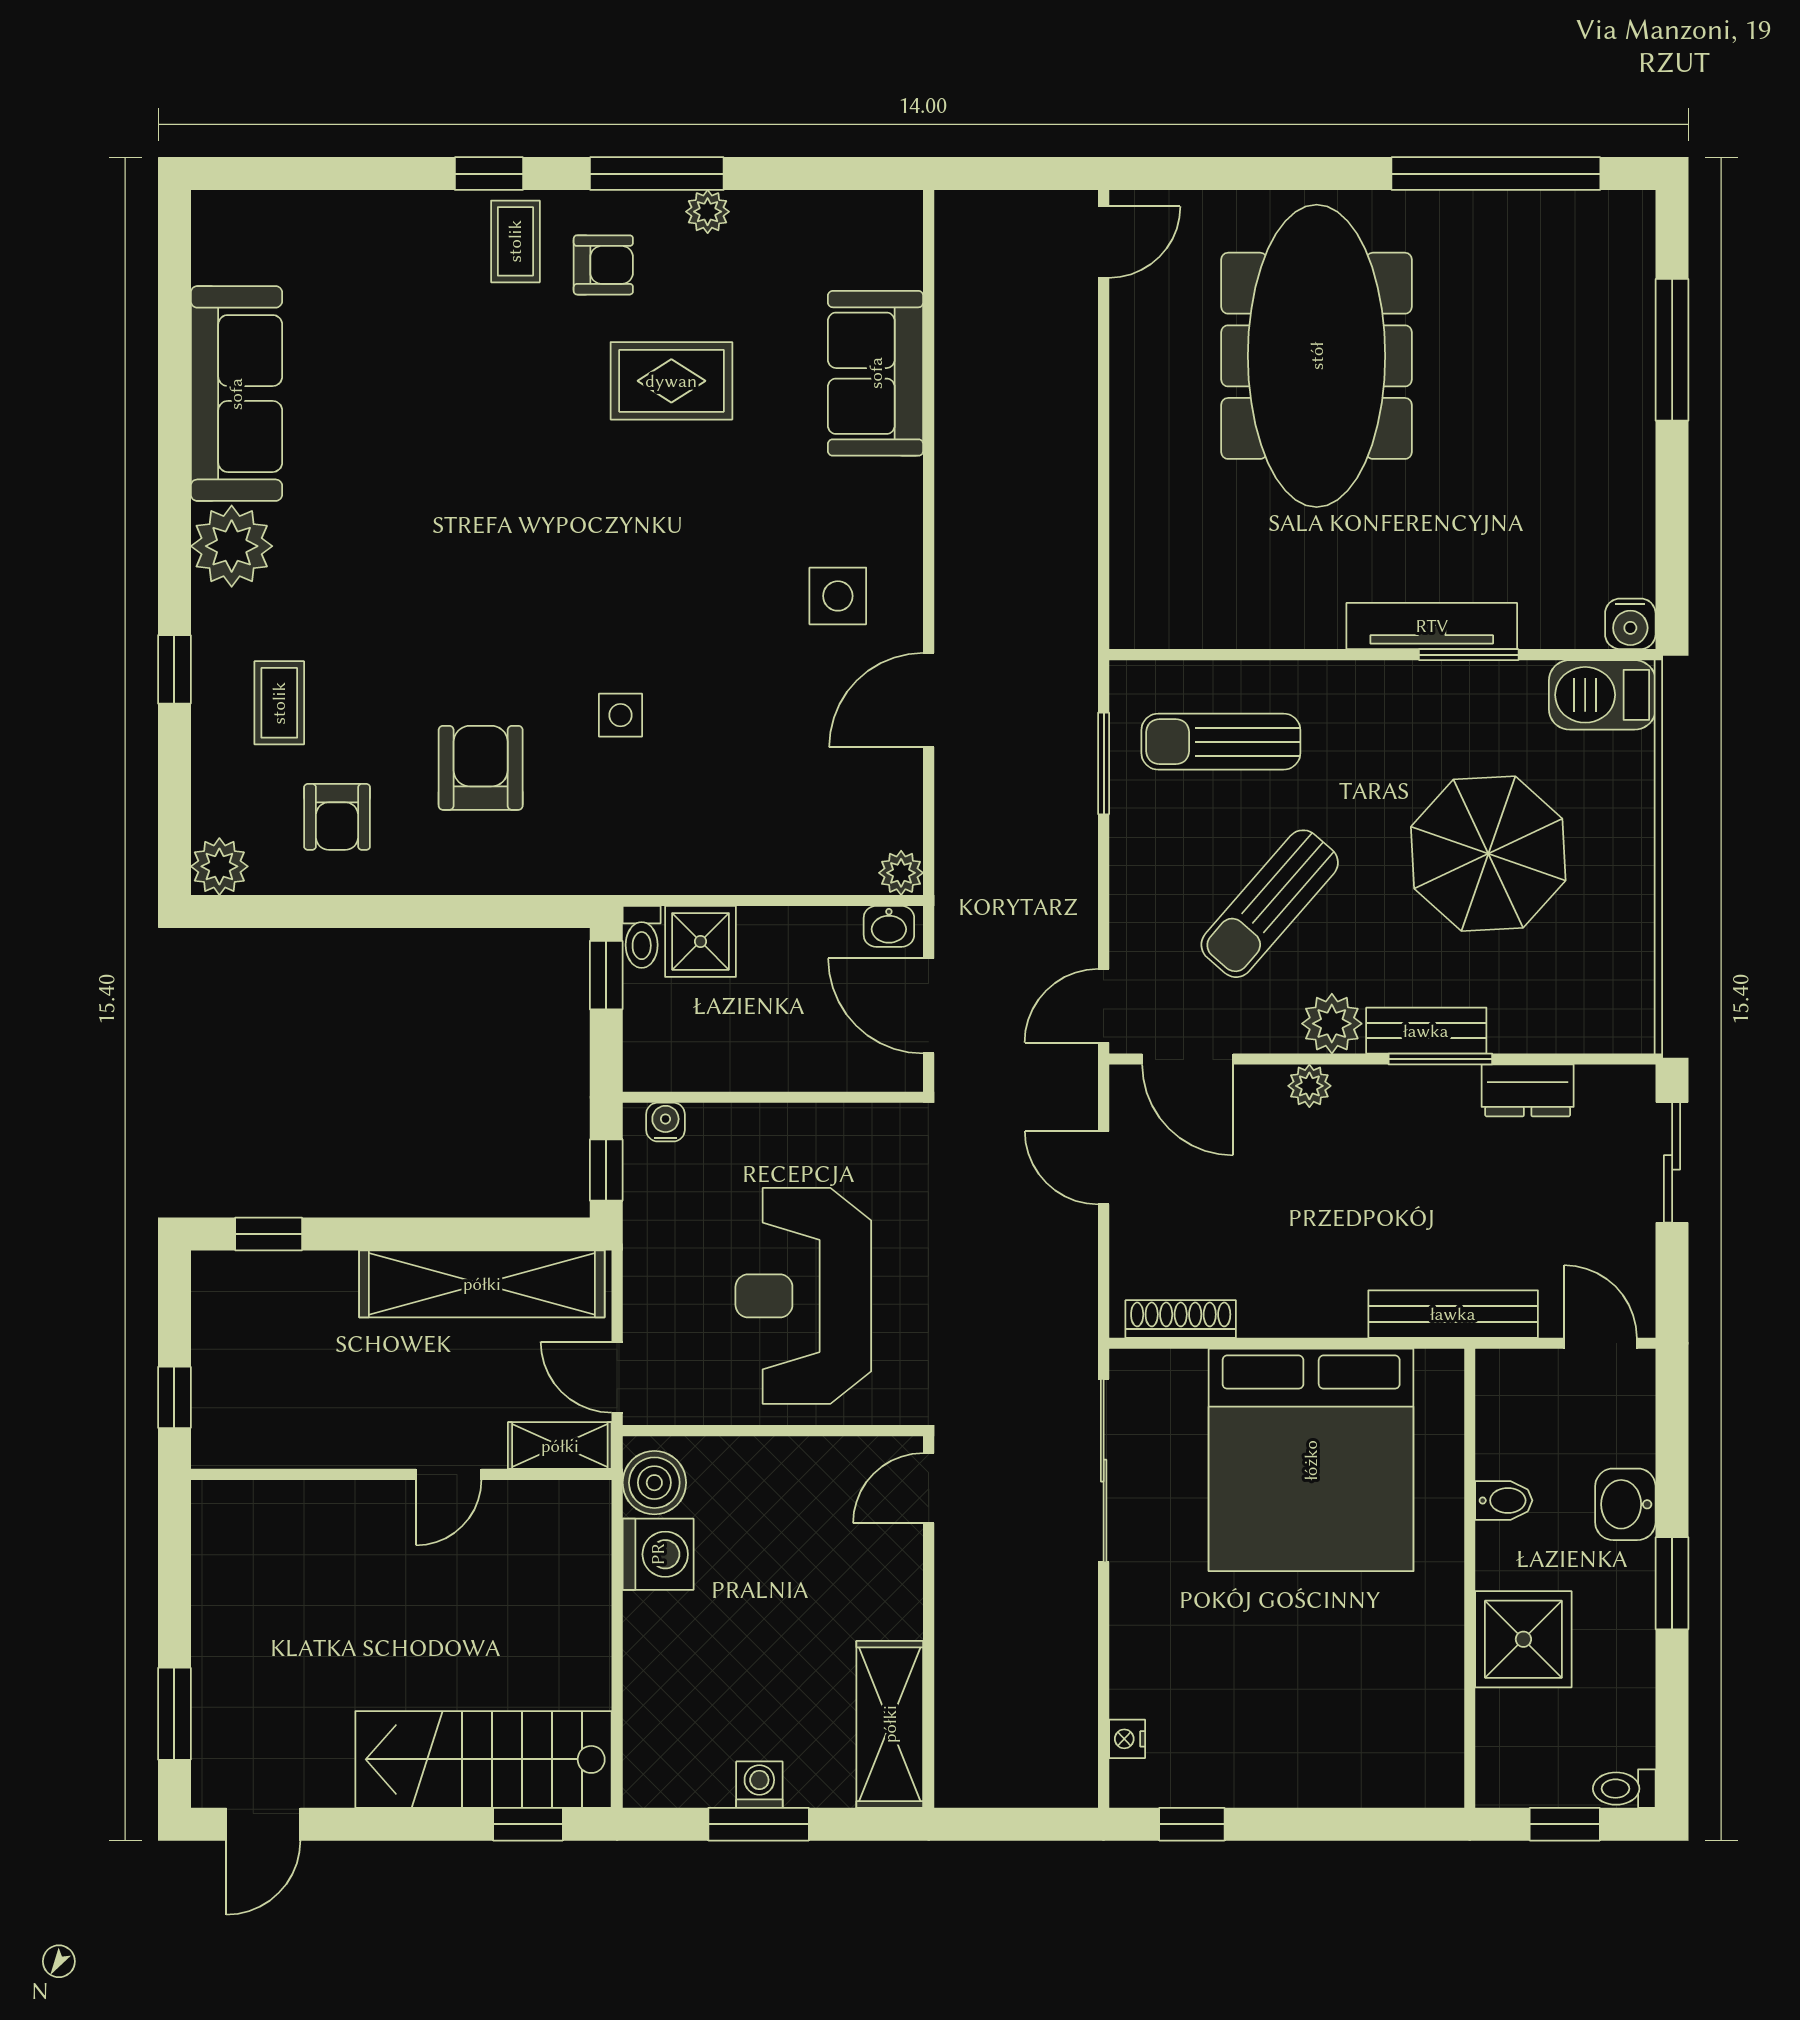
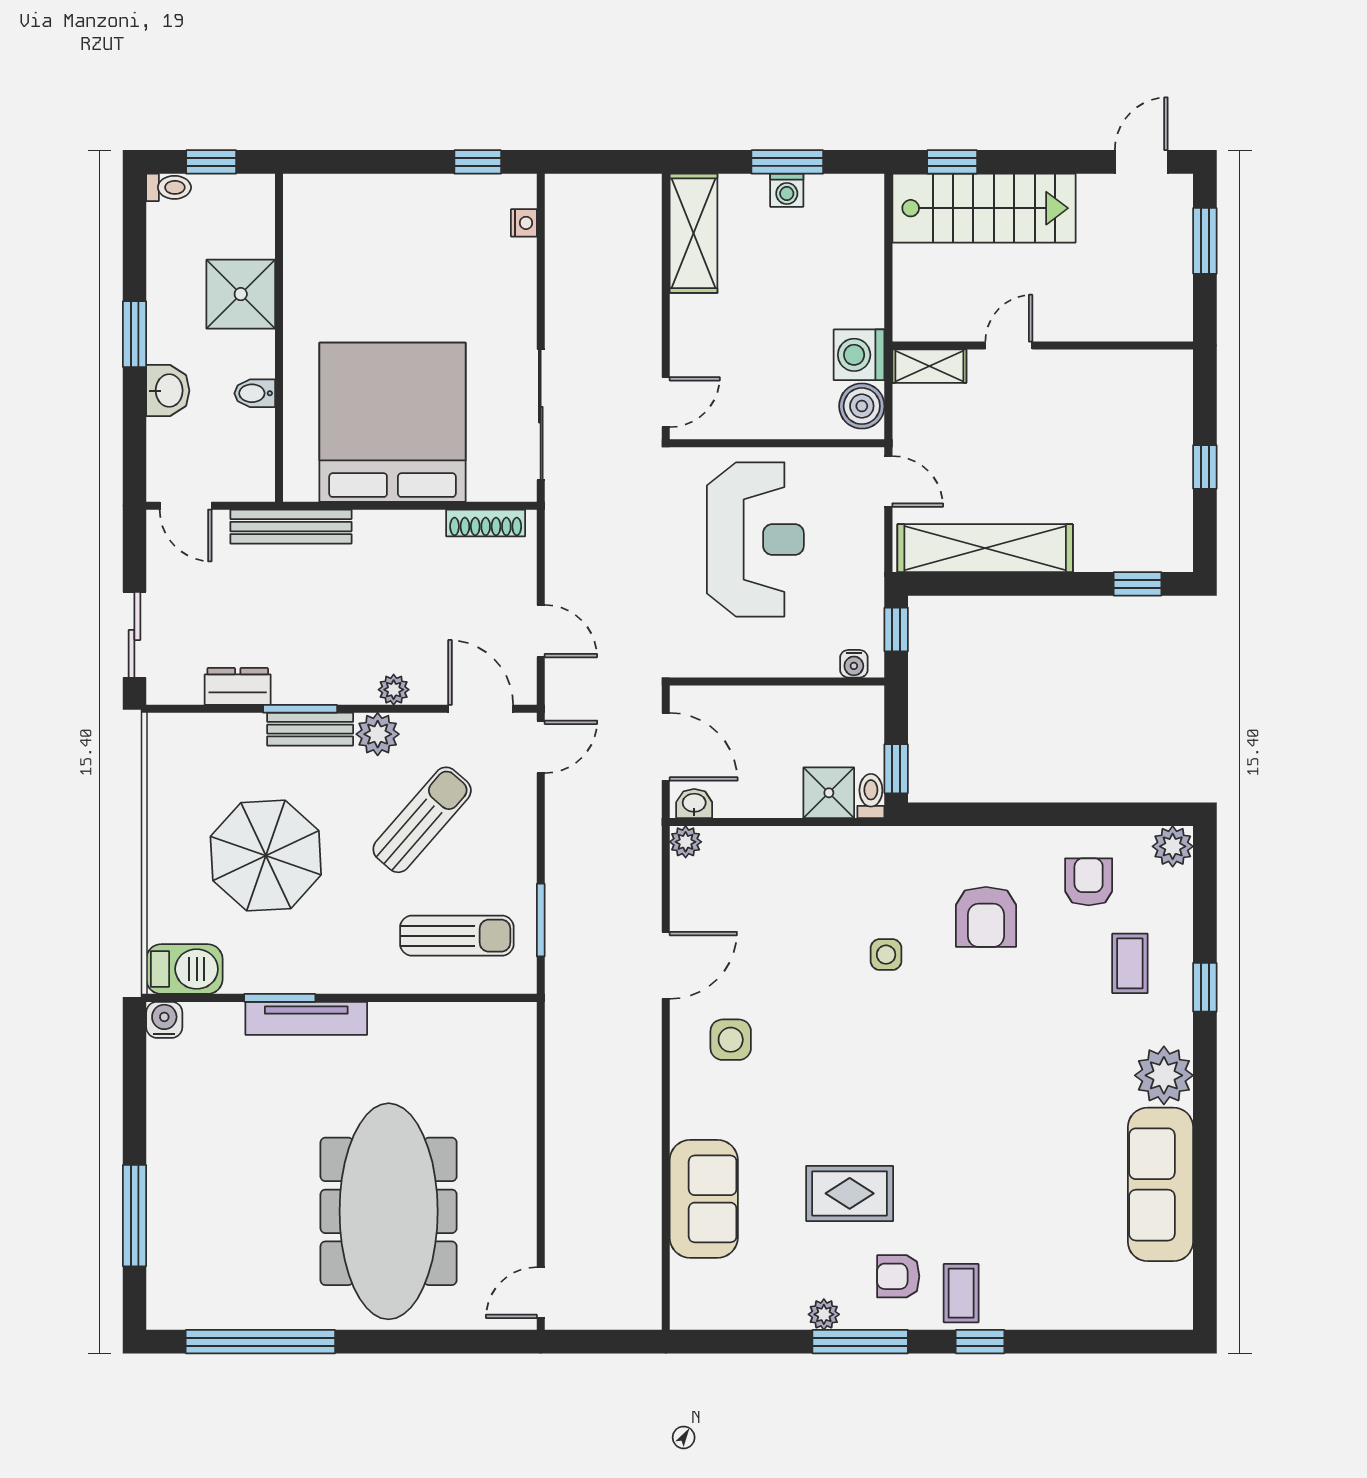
shelving: (560, 1446) -> (929, 366), moved
wall: (401, 1474) -> (1043, 346), moved
door: (449, 1474) -> (1009, 346), moved

